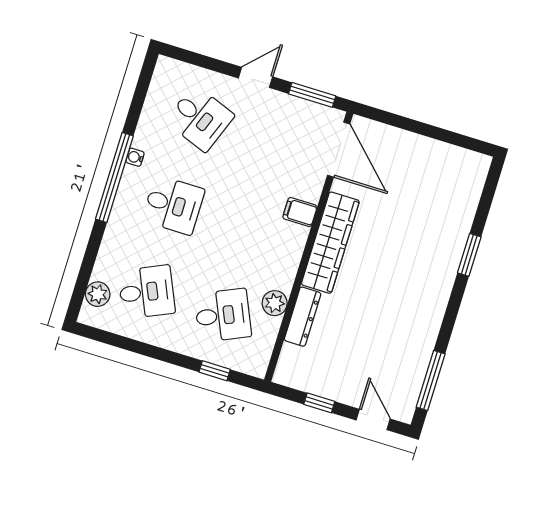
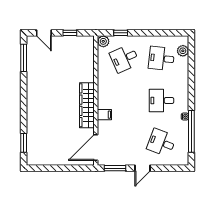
door: (339, 150) -> (96, 148), hinge flipped
window: (114, 177) -> (191, 131), moved
window: (469, 255) -> (24, 143), moved
desk: (147, 292) -> (161, 58), turned 30
plant: (275, 303) -> (103, 41), moved
dresser: (303, 317) -> (89, 69), removed

